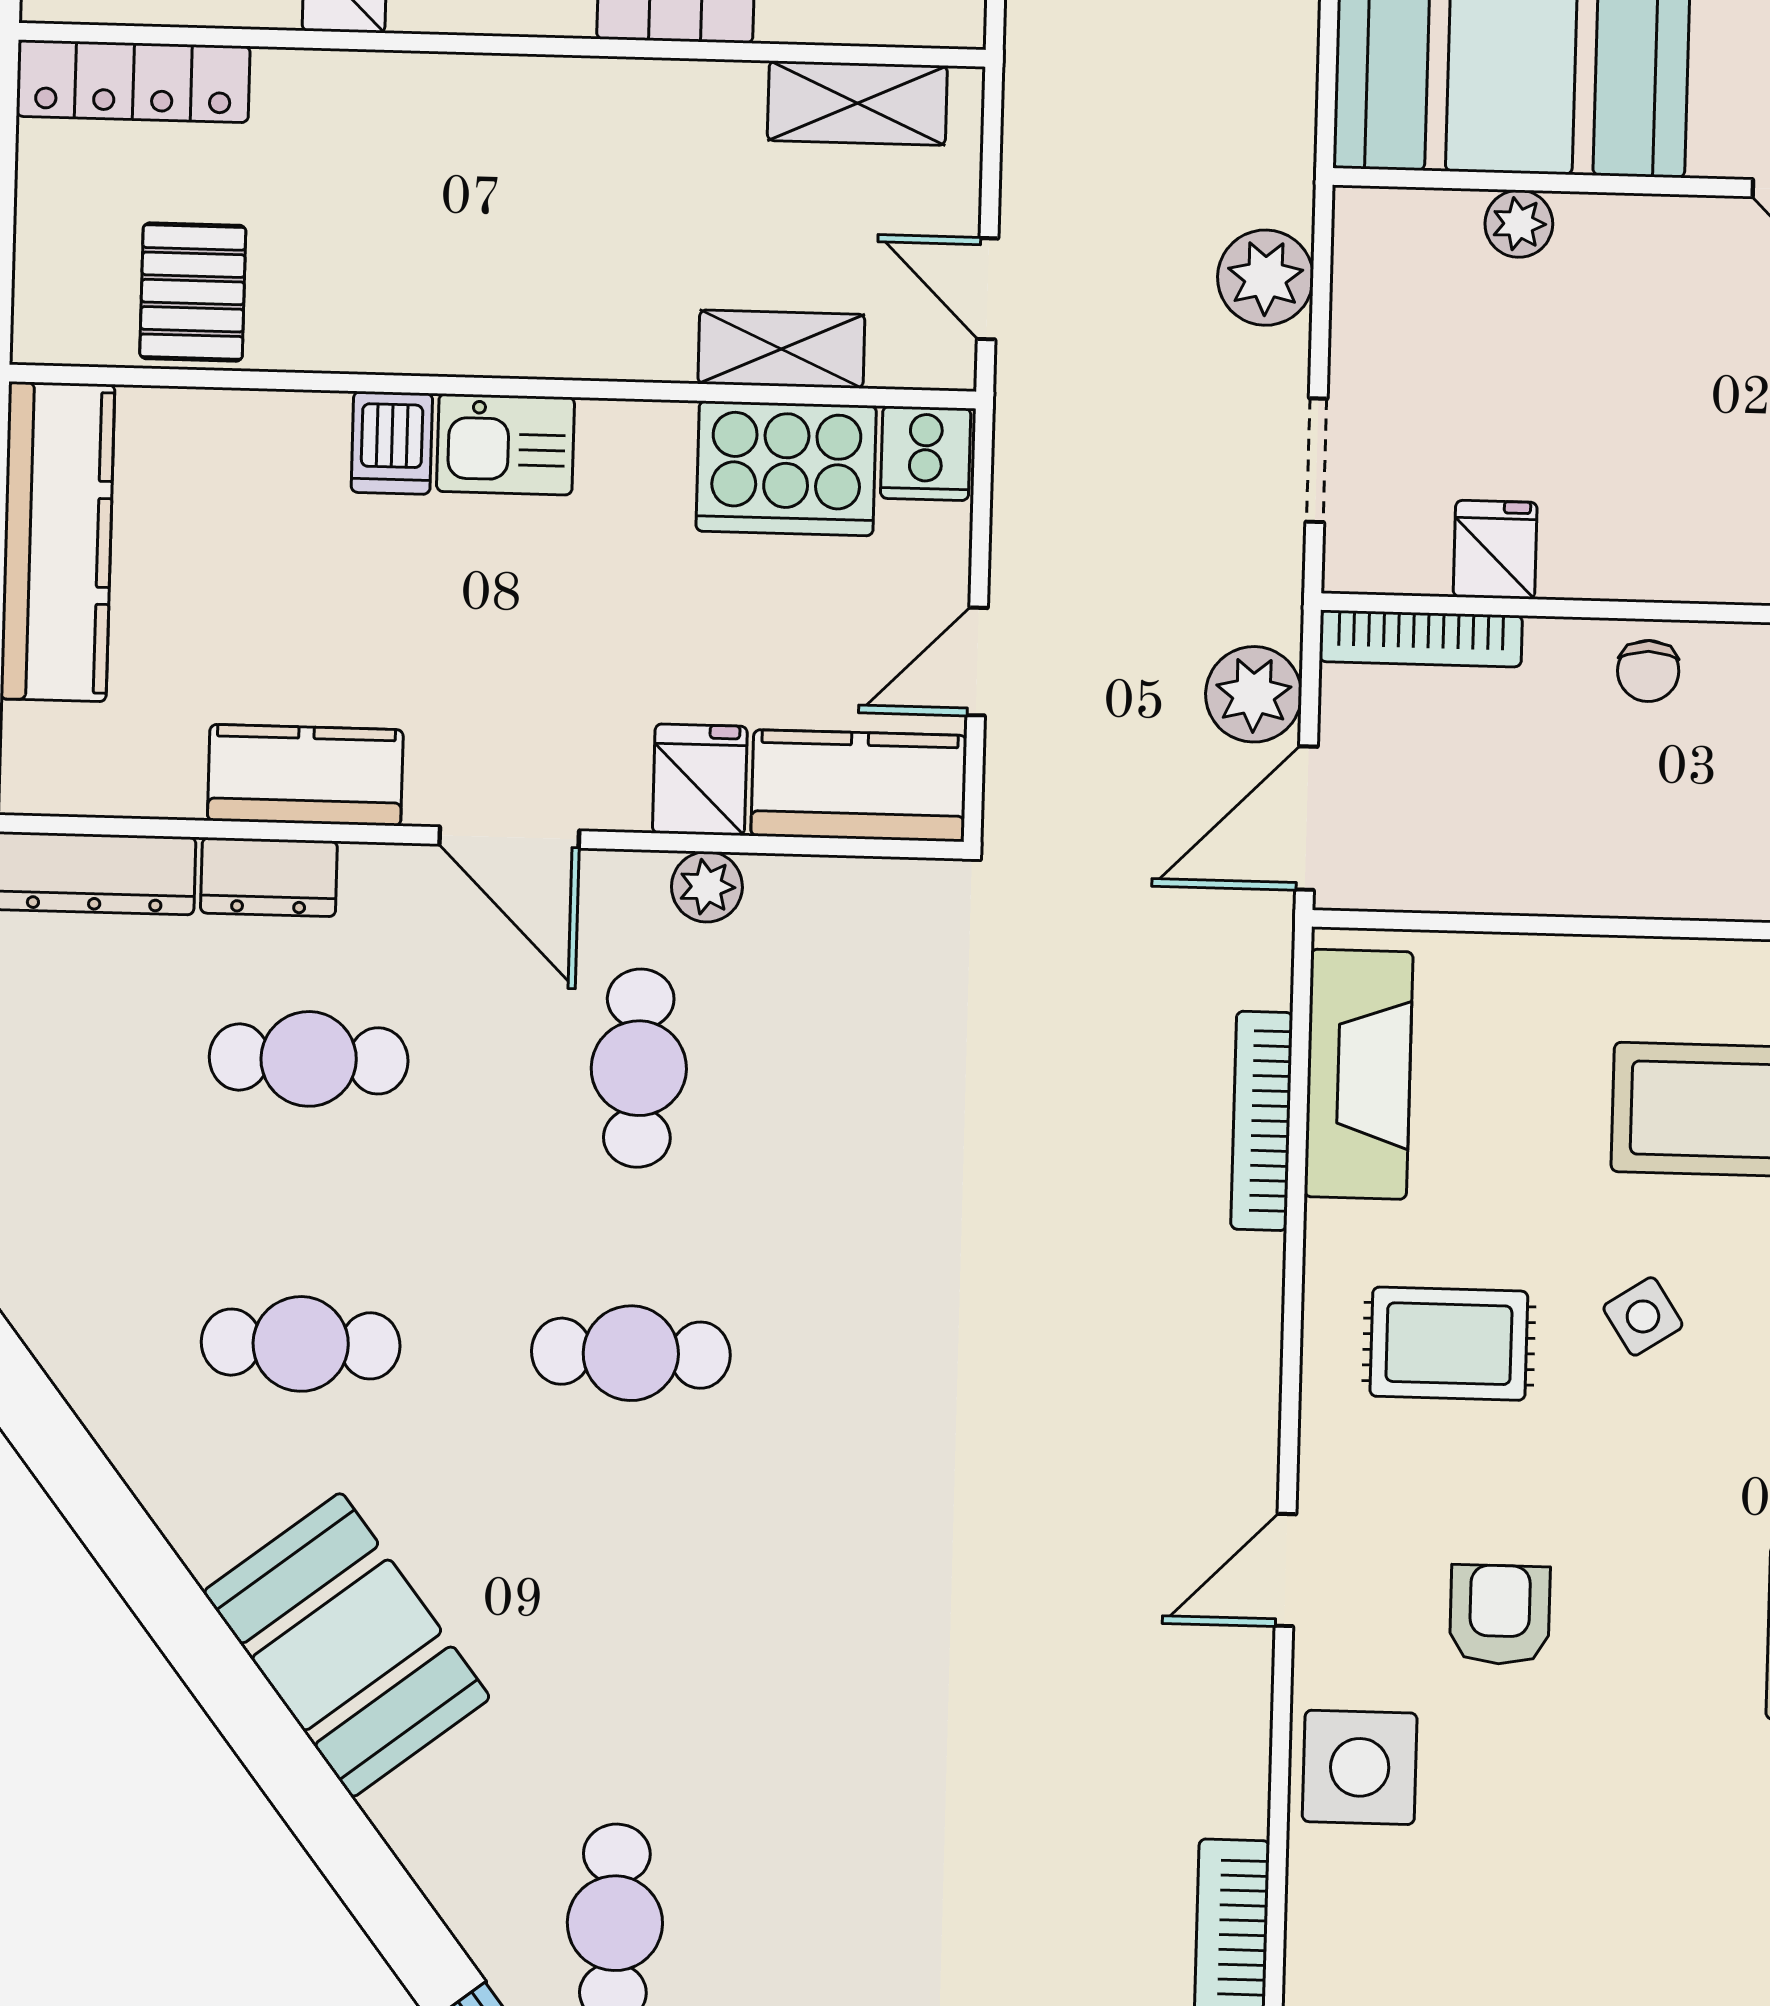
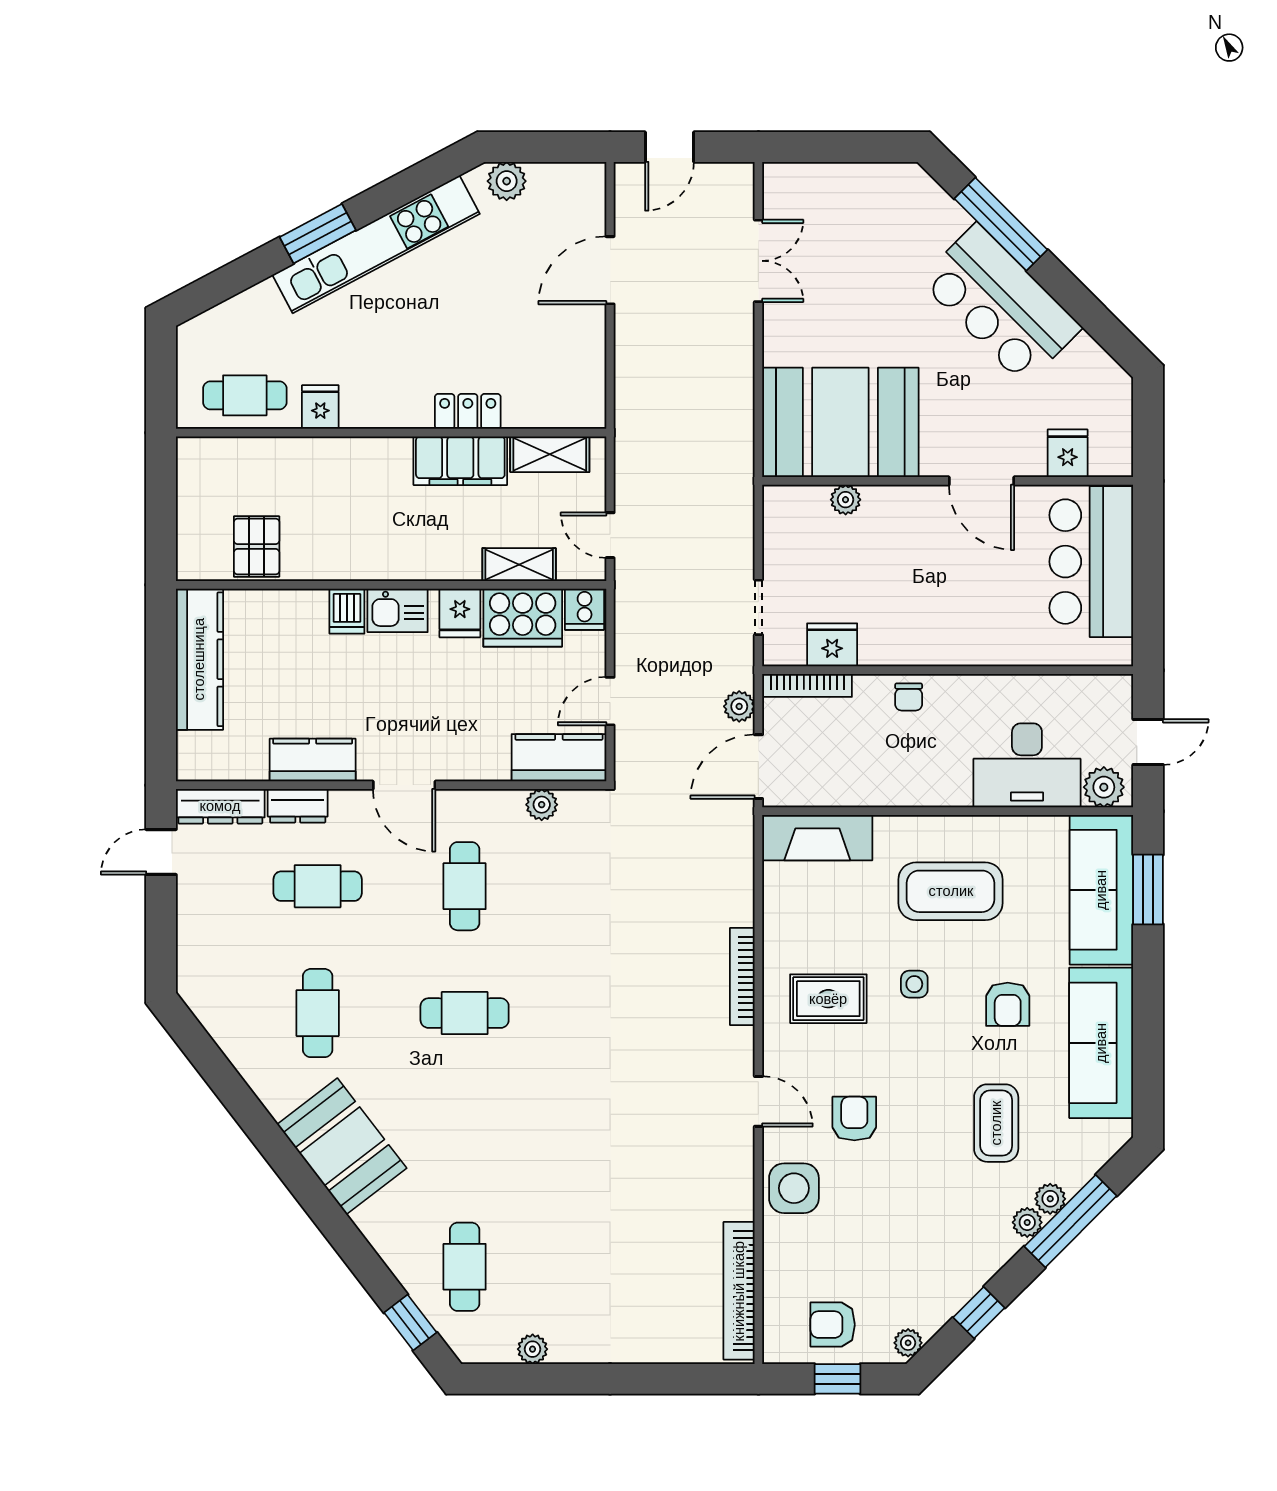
locker: (133, 81) -> (227, 453), removed
filing cabinet: (656, 112) -> (460, 461), added
plant: (1265, 278) -> (733, 527), removed
fridge: (1495, 550) -> (832, 645), width x1.38
plant: (1254, 694) -> (739, 706), width x0.73, depth x0.73
fridge: (700, 780) -> (460, 613), moved, turned 180
plant: (707, 887) -> (542, 805), moved
fireplace: (1359, 1074) -> (817, 838), moved, turned 90
bookcase: (1262, 1121) -> (742, 977), moved
side table: (1643, 1316) -> (914, 984), turned 33
cafe table: (301, 1344) -> (318, 1013), turned 90
door: (1285, 1570) -> (758, 1101), swing flipped

